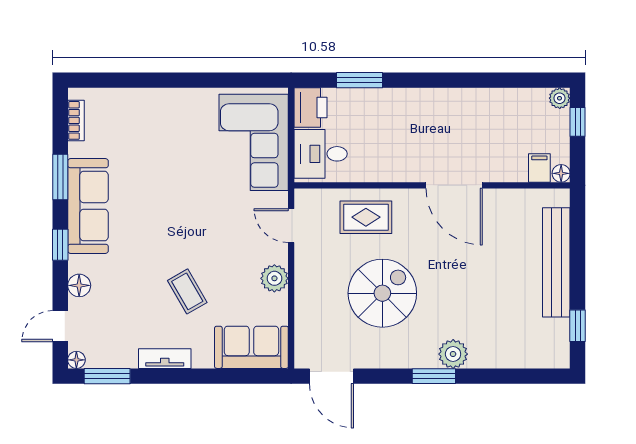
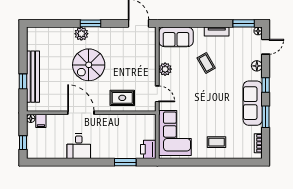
plant: (560, 98) -> (31, 154), removed
coffee table: (165, 123) -> (217, 142), added
desk: (321, 154) -> (79, 146), moved, turned 90
spiral stairs: (382, 293) -> (89, 65), moved
window: (578, 326) -> (23, 81), moved

